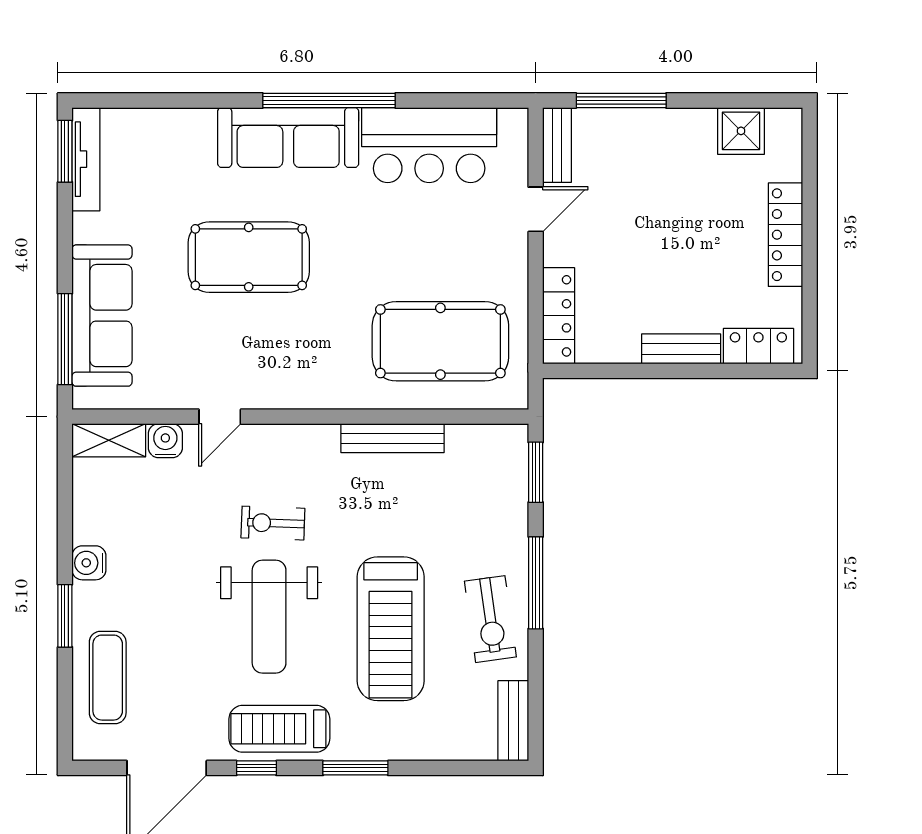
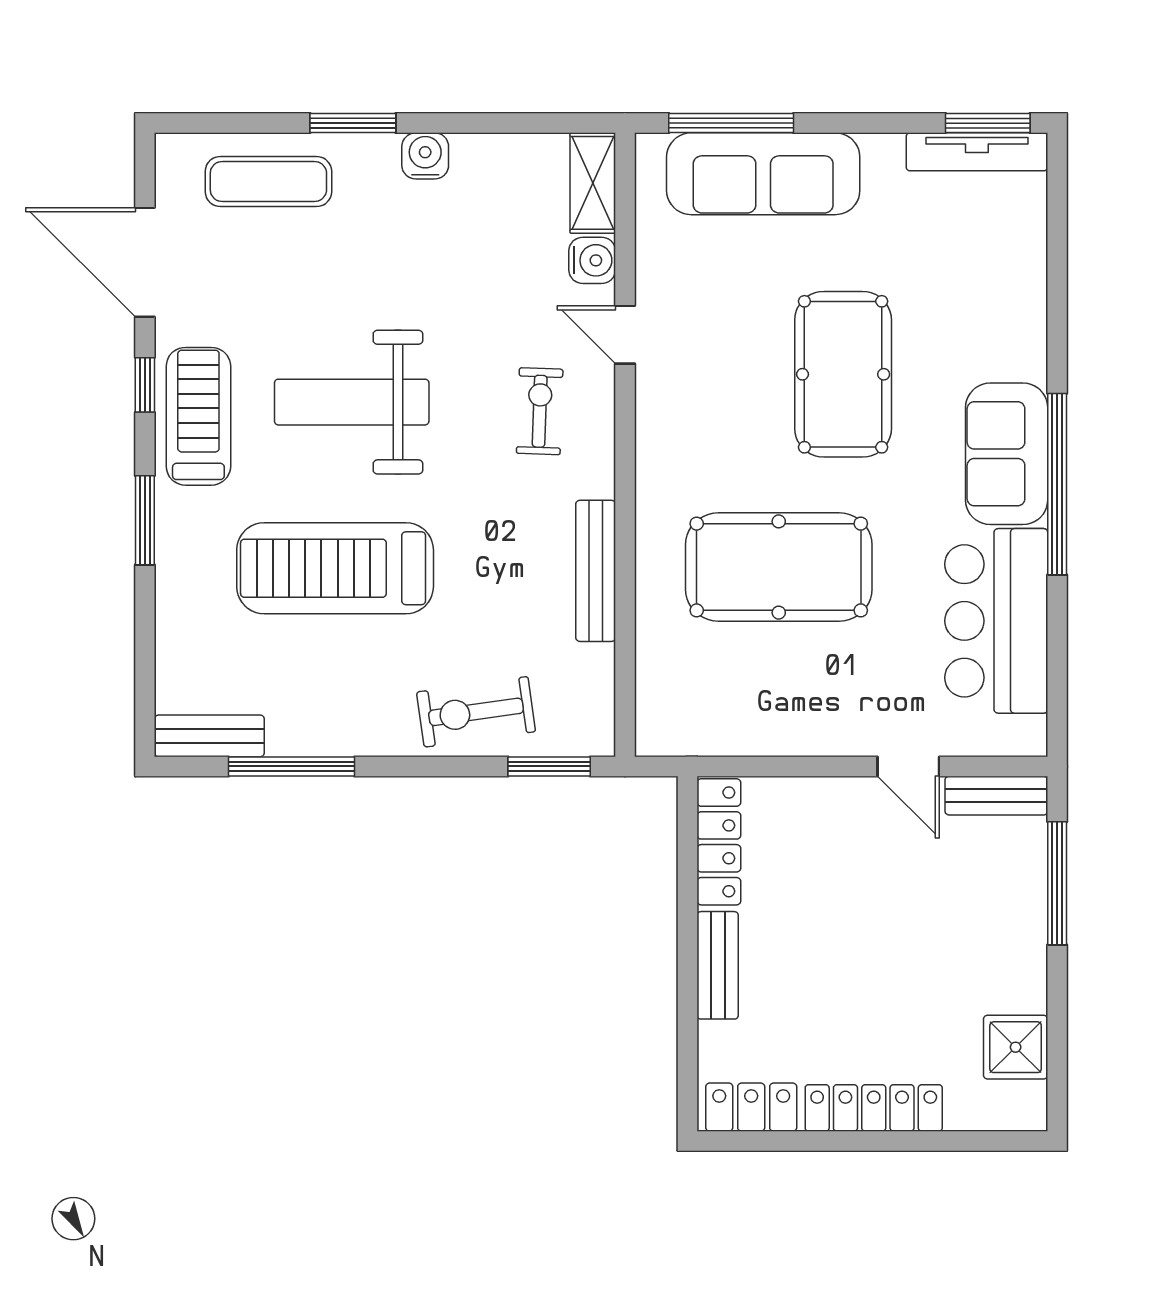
sofa: (288, 137) -> (1007, 454), width x0.73
locker: (559, 316) -> (719, 842), moved, turned -90
pool table: (440, 341) -> (779, 567), moved, turned 90
locker: (758, 346) -> (751, 1107), moved, turned -90
exercise bike: (273, 523) -> (540, 411), moved
window: (536, 583) -> (291, 766), moved
exercise bike: (490, 619) -> (476, 712), moved

